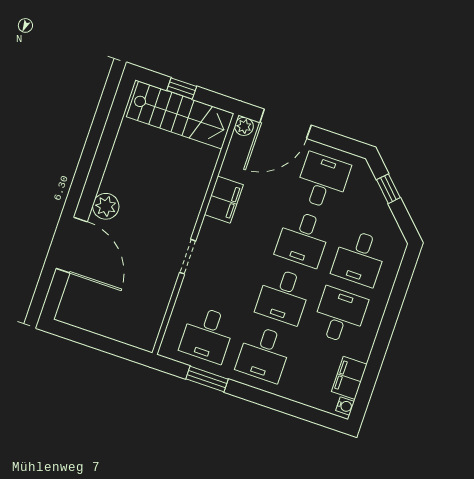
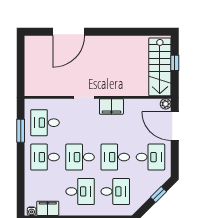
filing cabinet: (224, 200) -> (111, 107), moved
plant: (106, 206) -> (96, 43), removed
desk: (359, 258) -> (115, 191), turned 180

